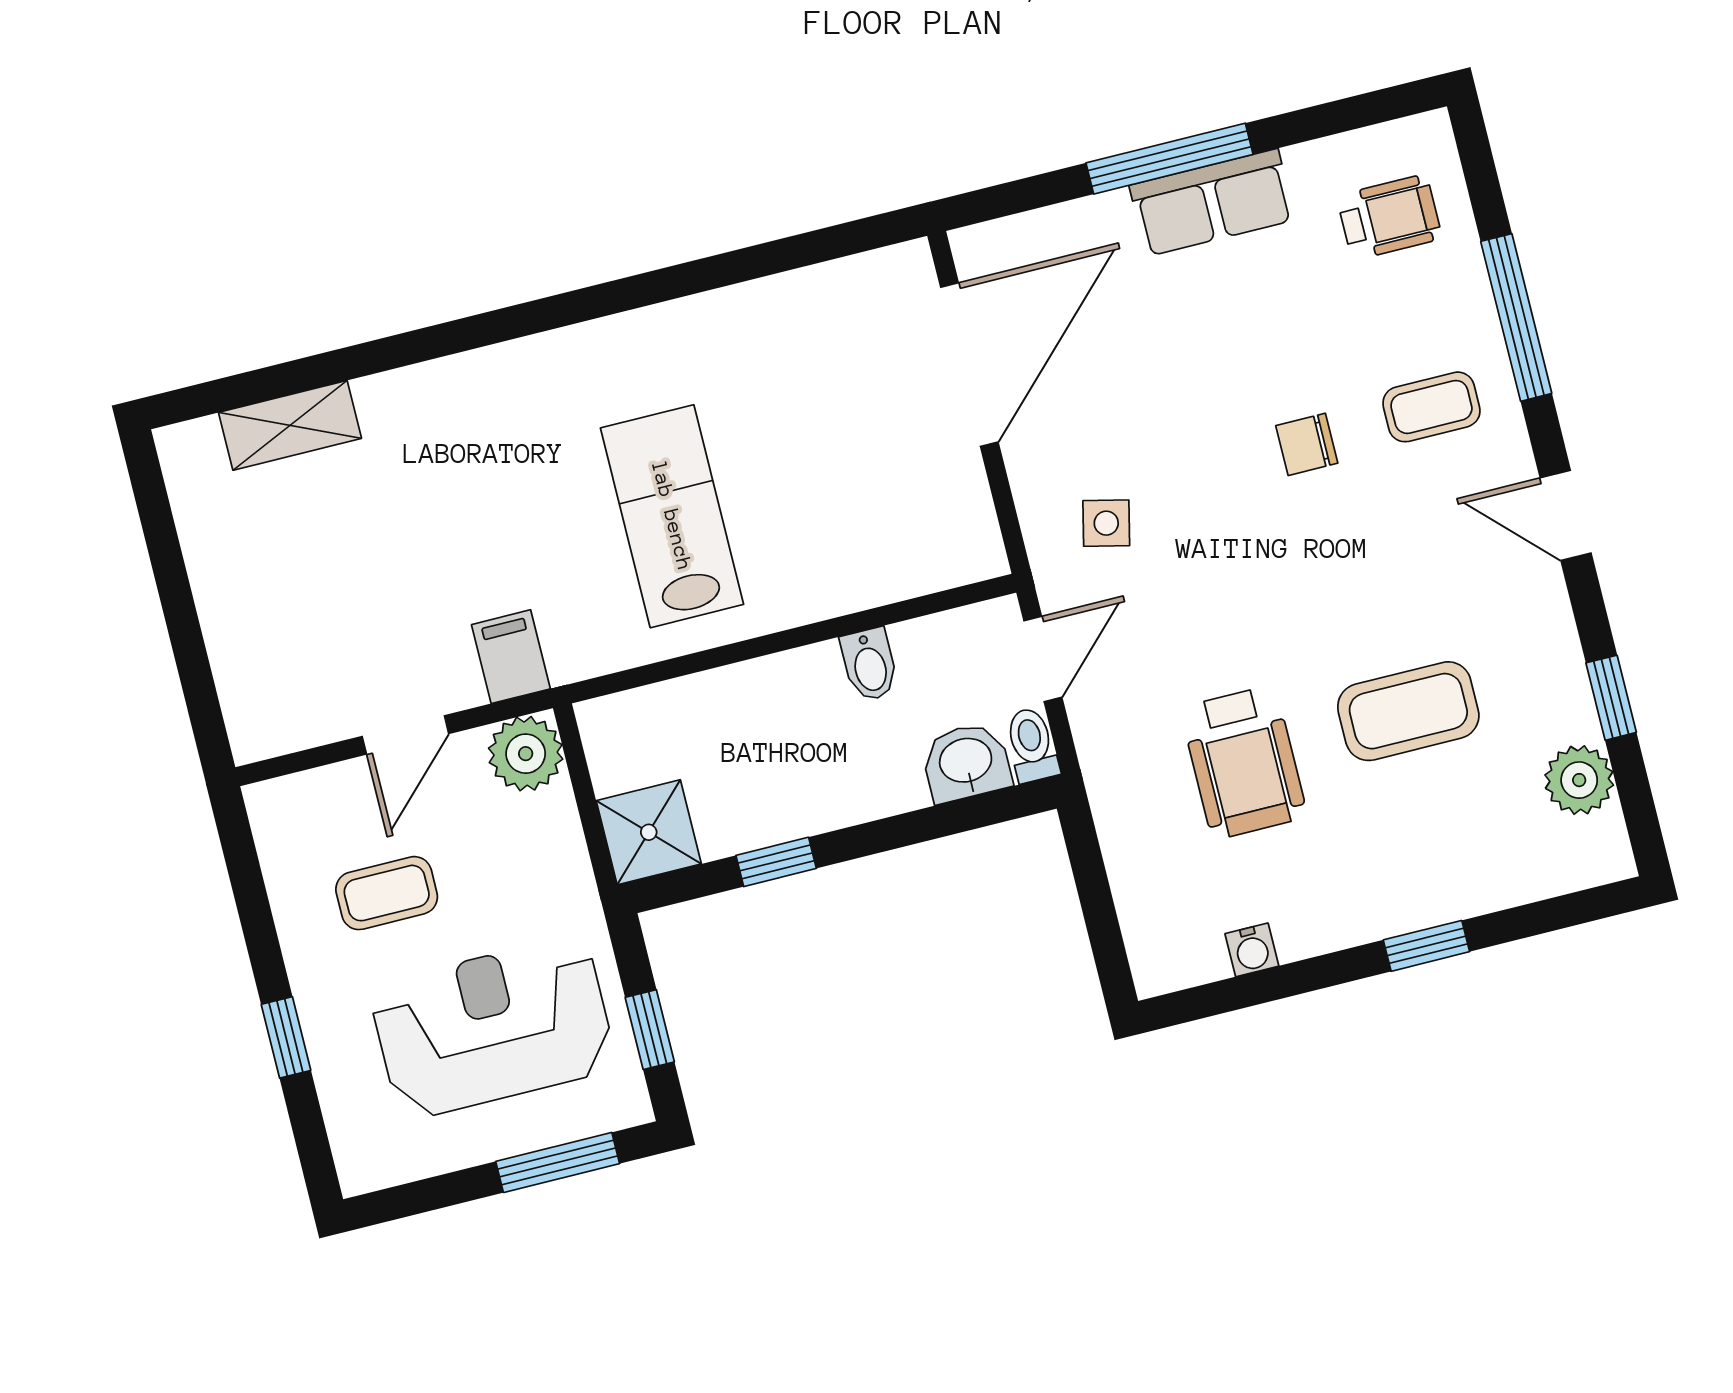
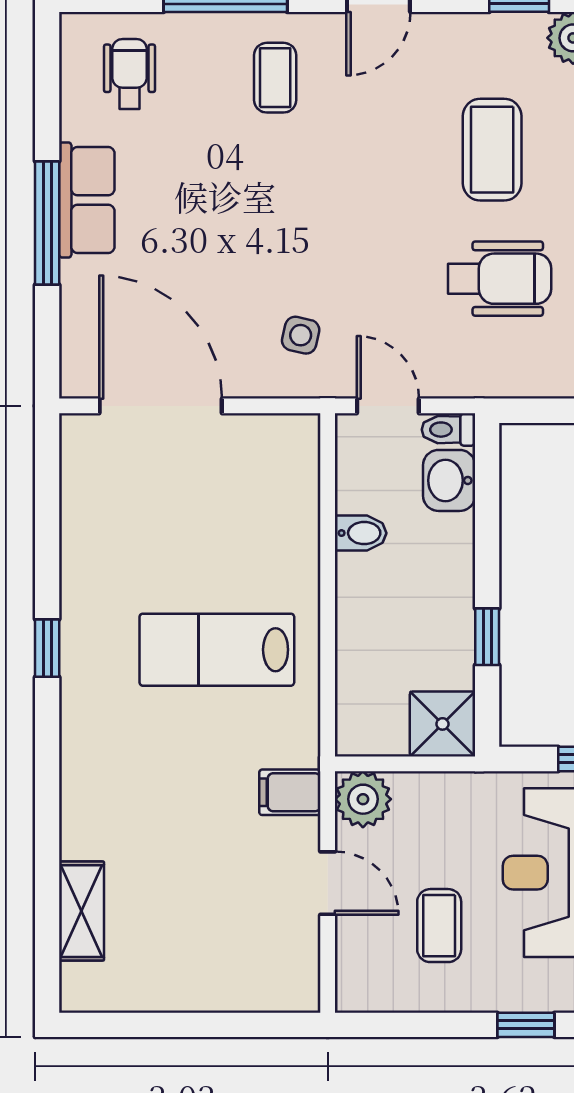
window: (619, 296) -> (47, 648), added
chair: (1307, 444) -> (280, 175), removed

